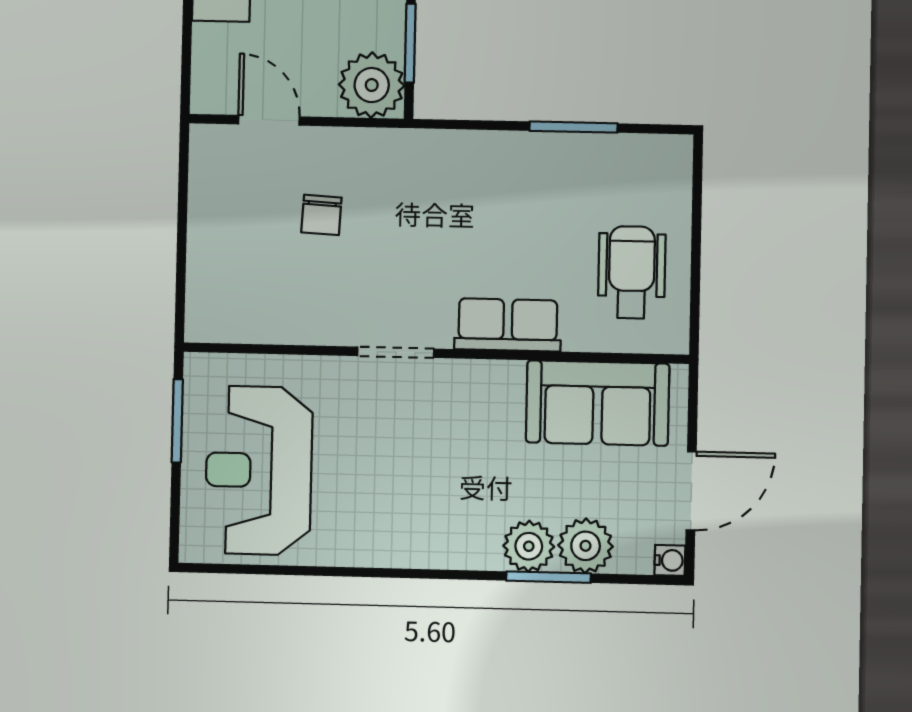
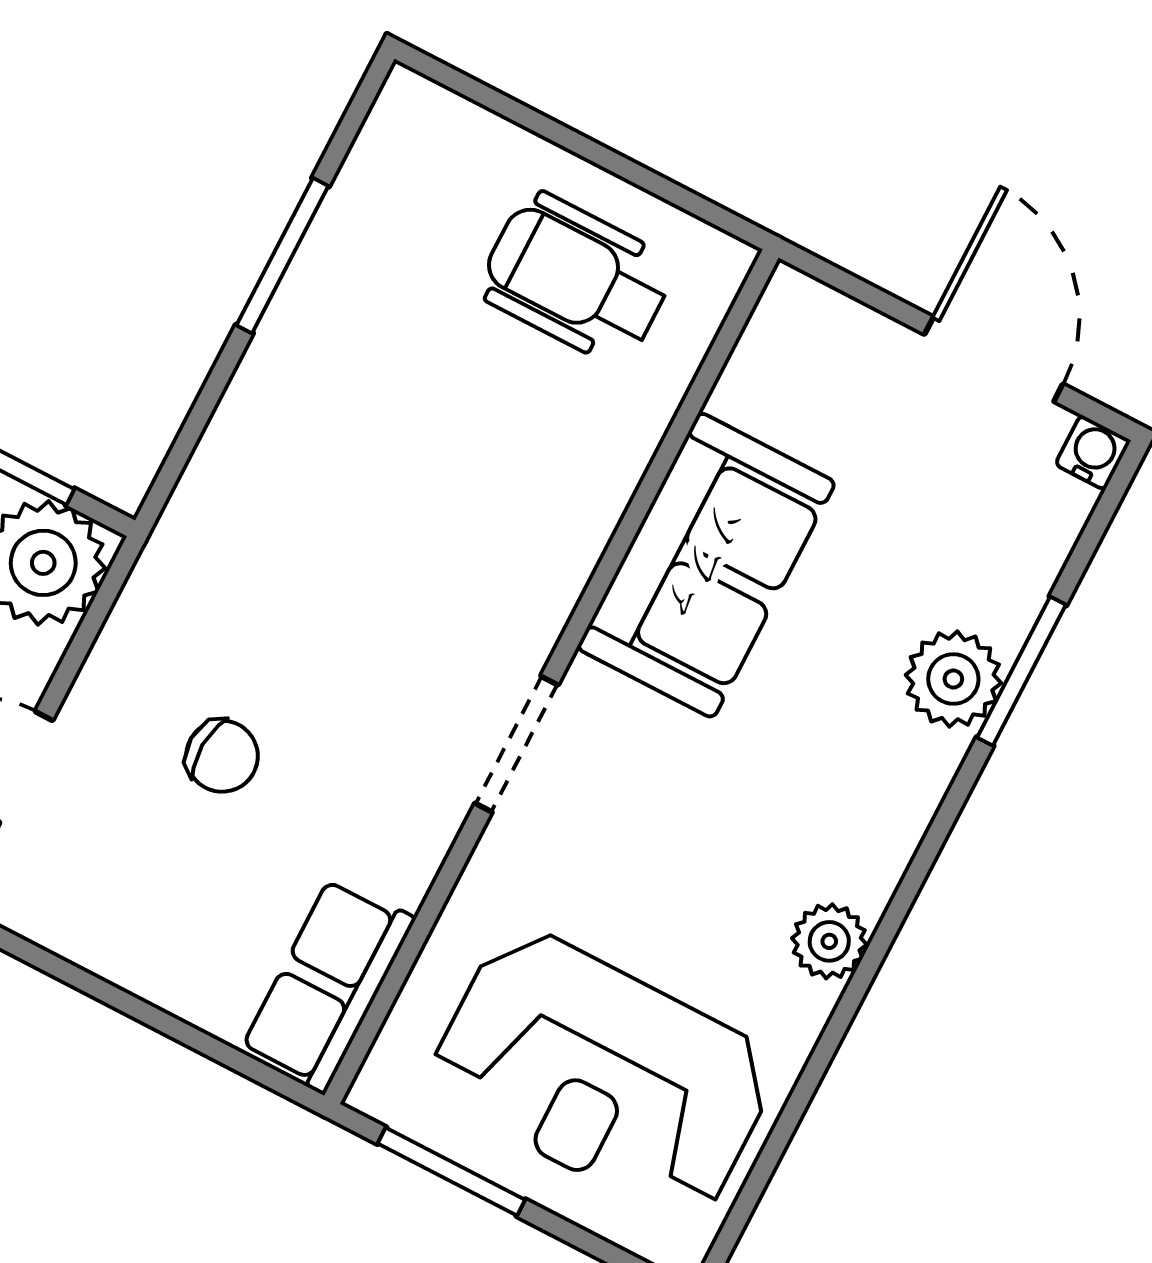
row of seats: (508, 325) -> (328, 985), moved
sofa: (598, 403) -> (706, 565), moved
plant: (586, 546) -> (829, 941), moved, width x0.73, depth x0.73

